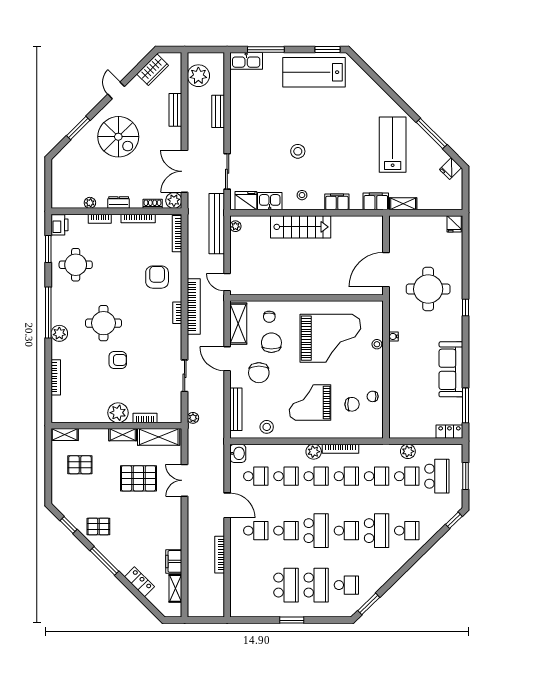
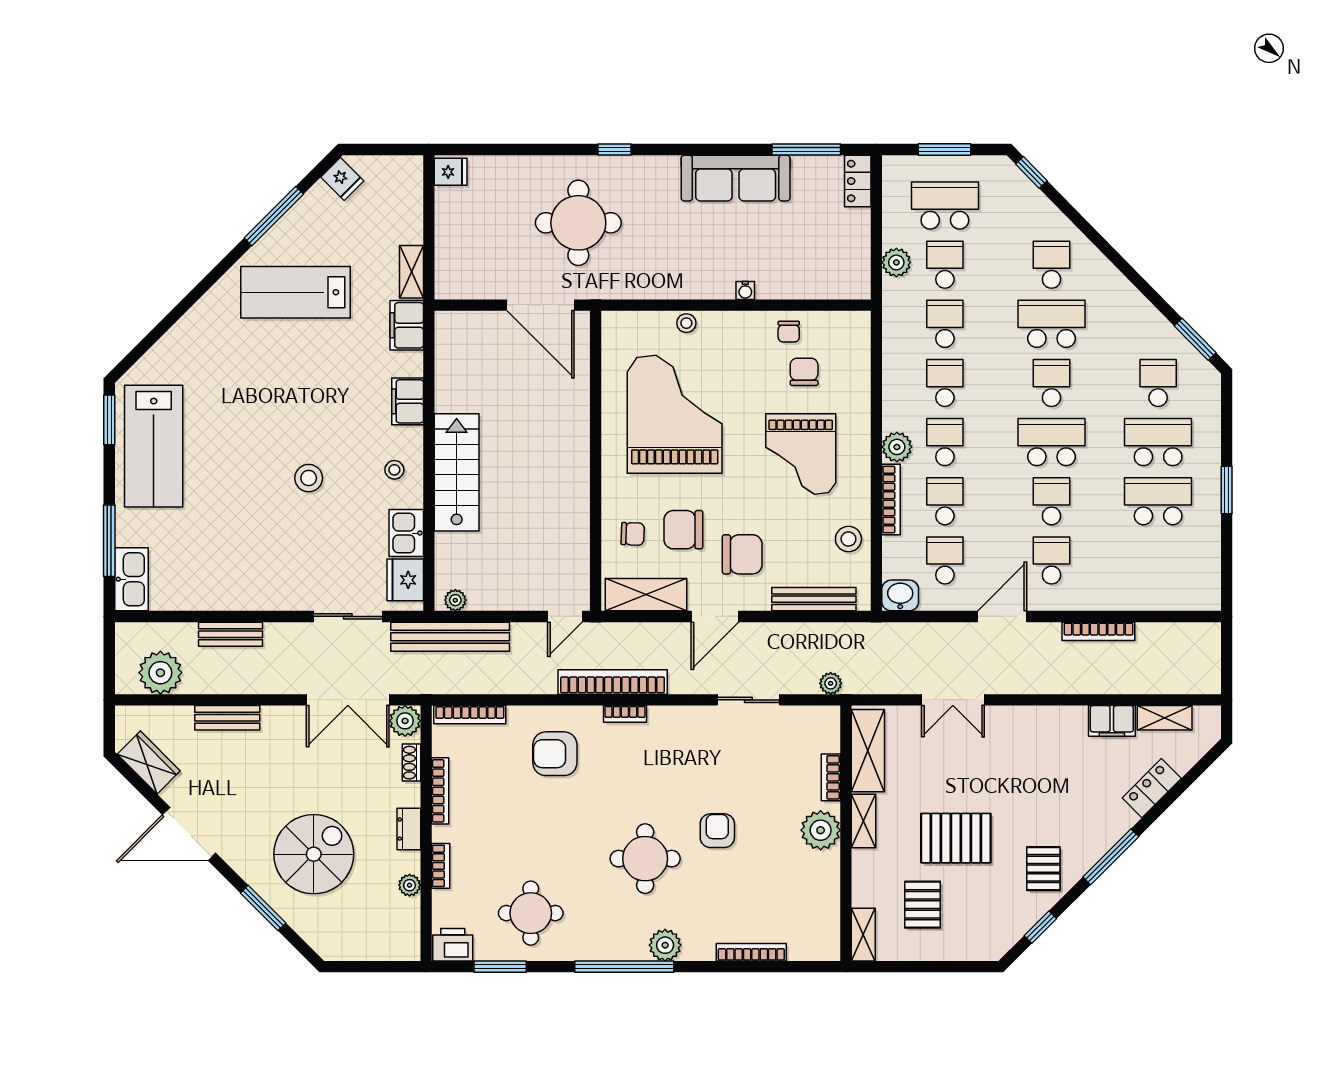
door: (116, 90) -> (189, 834), width x1.87
spiral stairs: (118, 137) -> (314, 854), moved
water cooler: (394, 336) -> (745, 291), moved
bookcase: (341, 449) -> (891, 500), moved
pallet: (138, 478) -> (956, 838), moved, turned 90

